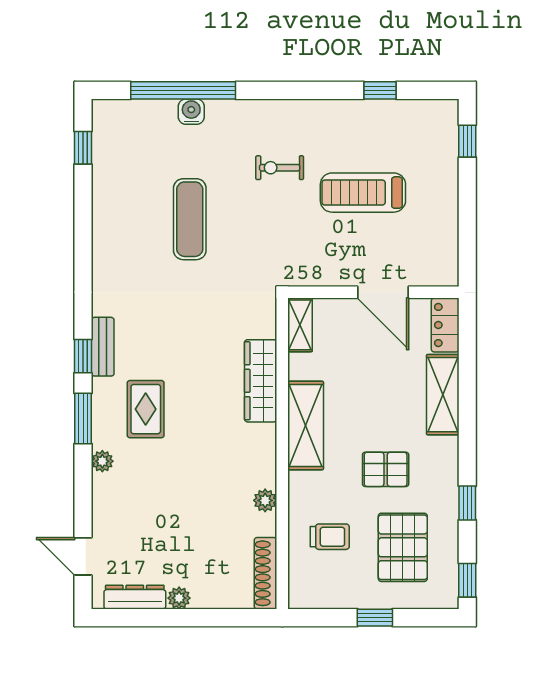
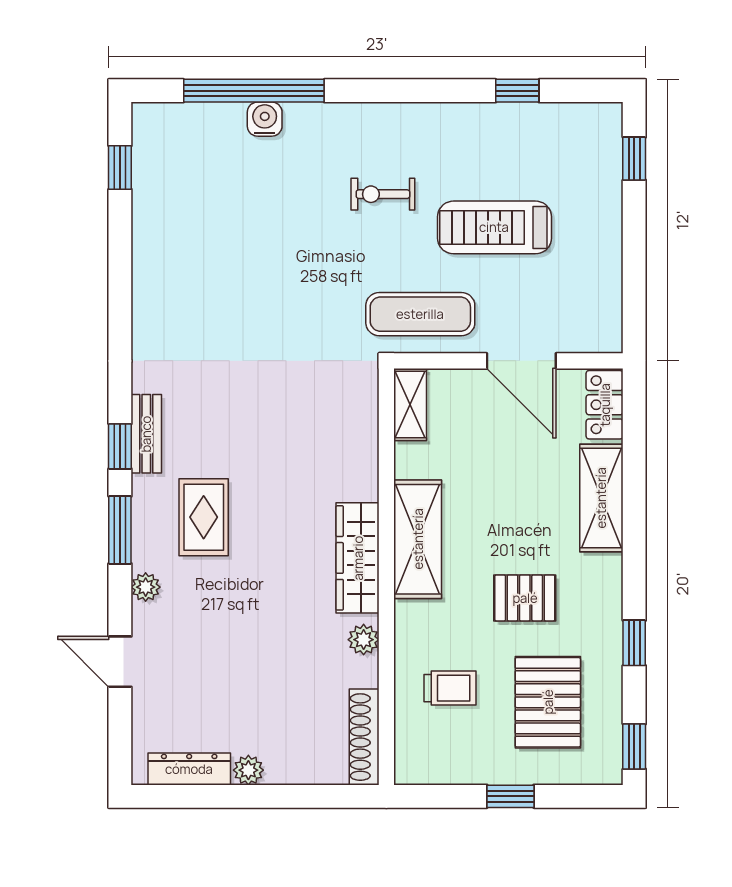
exercise mat: (190, 219) -> (420, 314), moved, turned 90
wardrobe: (261, 381) -> (358, 558), moved
door: (83, 556) -> (120, 662), moved

